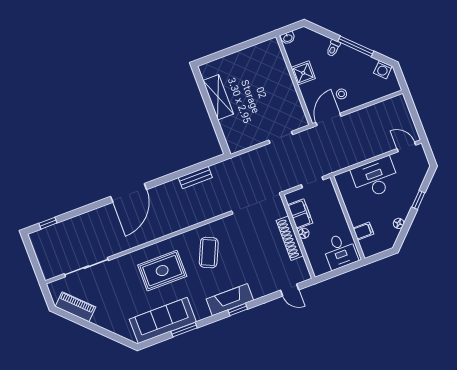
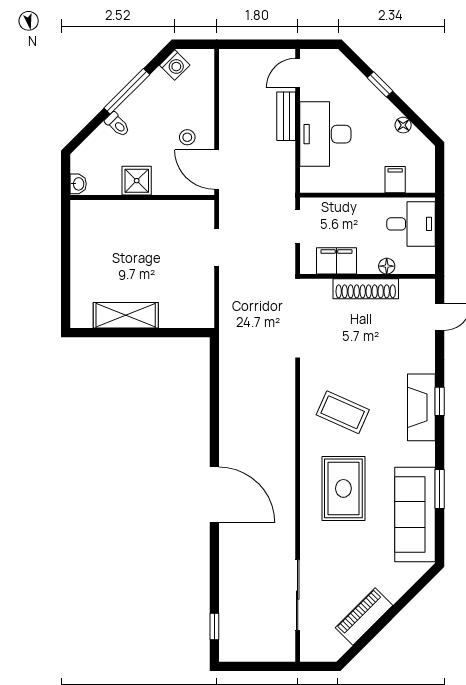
bench: (195, 177) -> (286, 116), moved
floor lamp: (304, 233) -> (387, 266), moved
piano: (75, 307) -> (364, 617), moved

